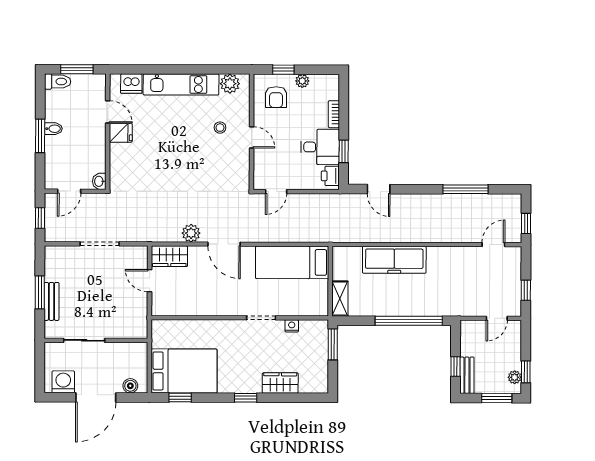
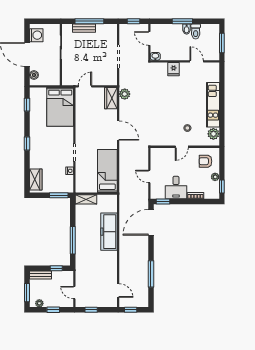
window: (283, 70) -> (222, 187), moved
toilet: (58, 82) -> (196, 31), moved
dishwasher: (131, 84) -> (213, 75), removed
door: (108, 112) -> (197, 61), swing flipped
fridge: (121, 133) -> (174, 69), moved
window: (344, 151) -> (163, 201), moved
printer: (330, 176) -> (159, 194), removed
door: (379, 189) -> (151, 222), width x1.88
door: (276, 192) -> (149, 176), moved
plant: (191, 233) -> (125, 94), moved
door: (224, 244) -> (118, 131), swing flipped
door: (150, 281) -> (85, 86), moved
window: (40, 292) -> (89, 21), width x1.44
window: (409, 321) -> (73, 240), width x0.68
window: (456, 367) -> (56, 268), moved
bed: (184, 371) -> (60, 107), moved
window: (526, 372) -> (53, 310), moved
wardrobe: (280, 383) -> (36, 180), moved

